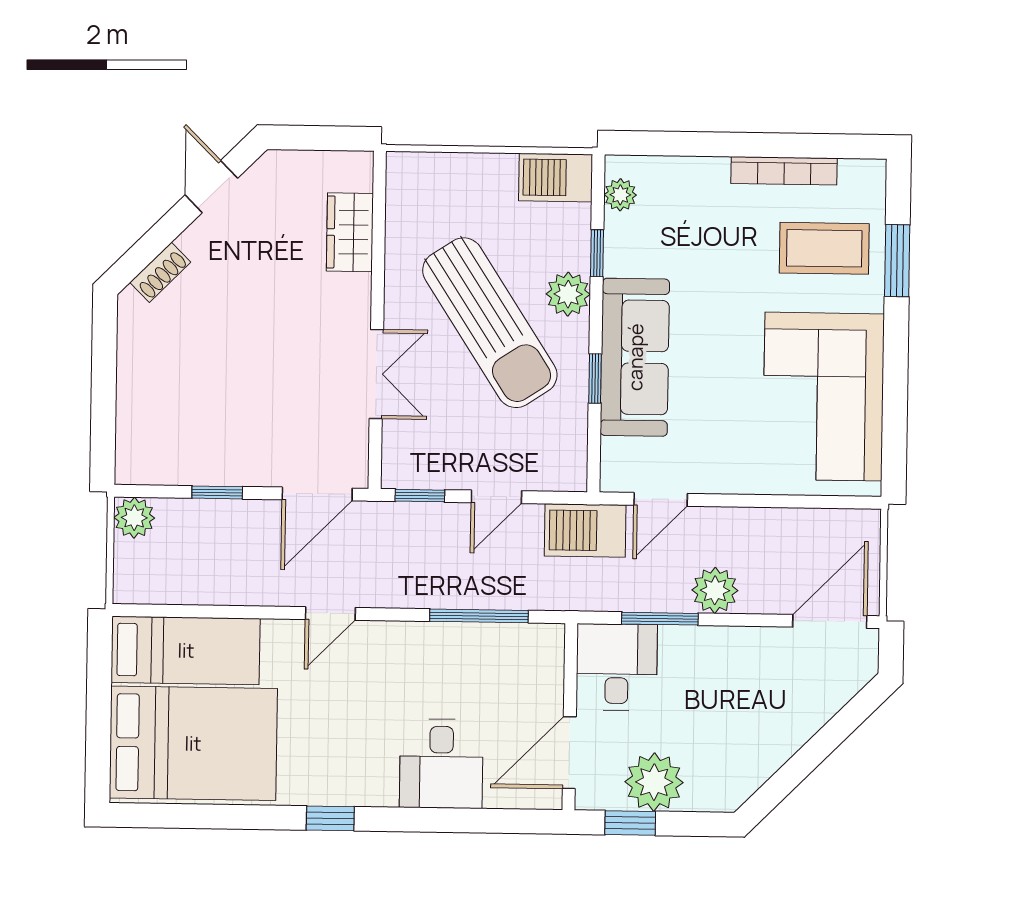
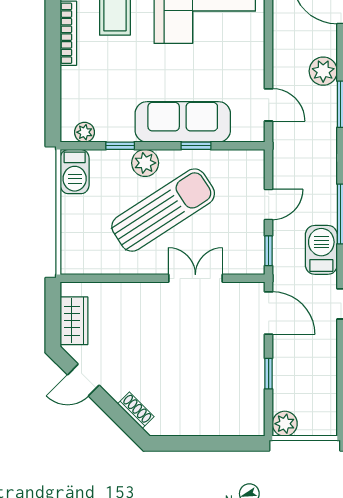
wardrobe: (350, 232) -> (74, 321), moved, turned -90
door: (496, 497) -> (269, 204), hinge flipped
barbecue: (585, 531) -> (321, 250), moved, turned 180

